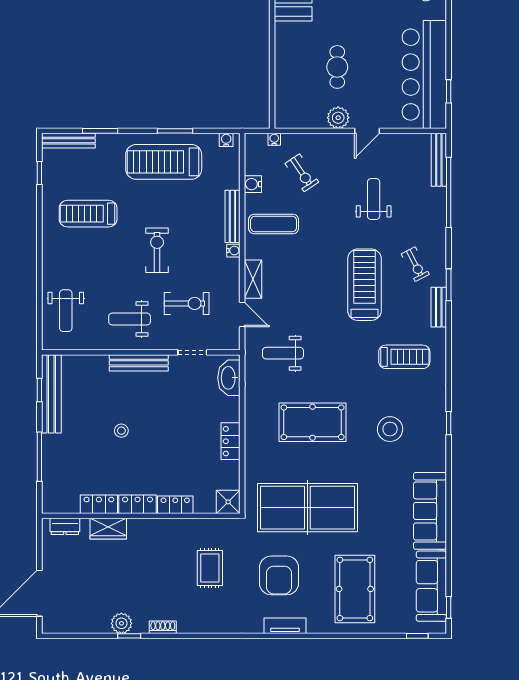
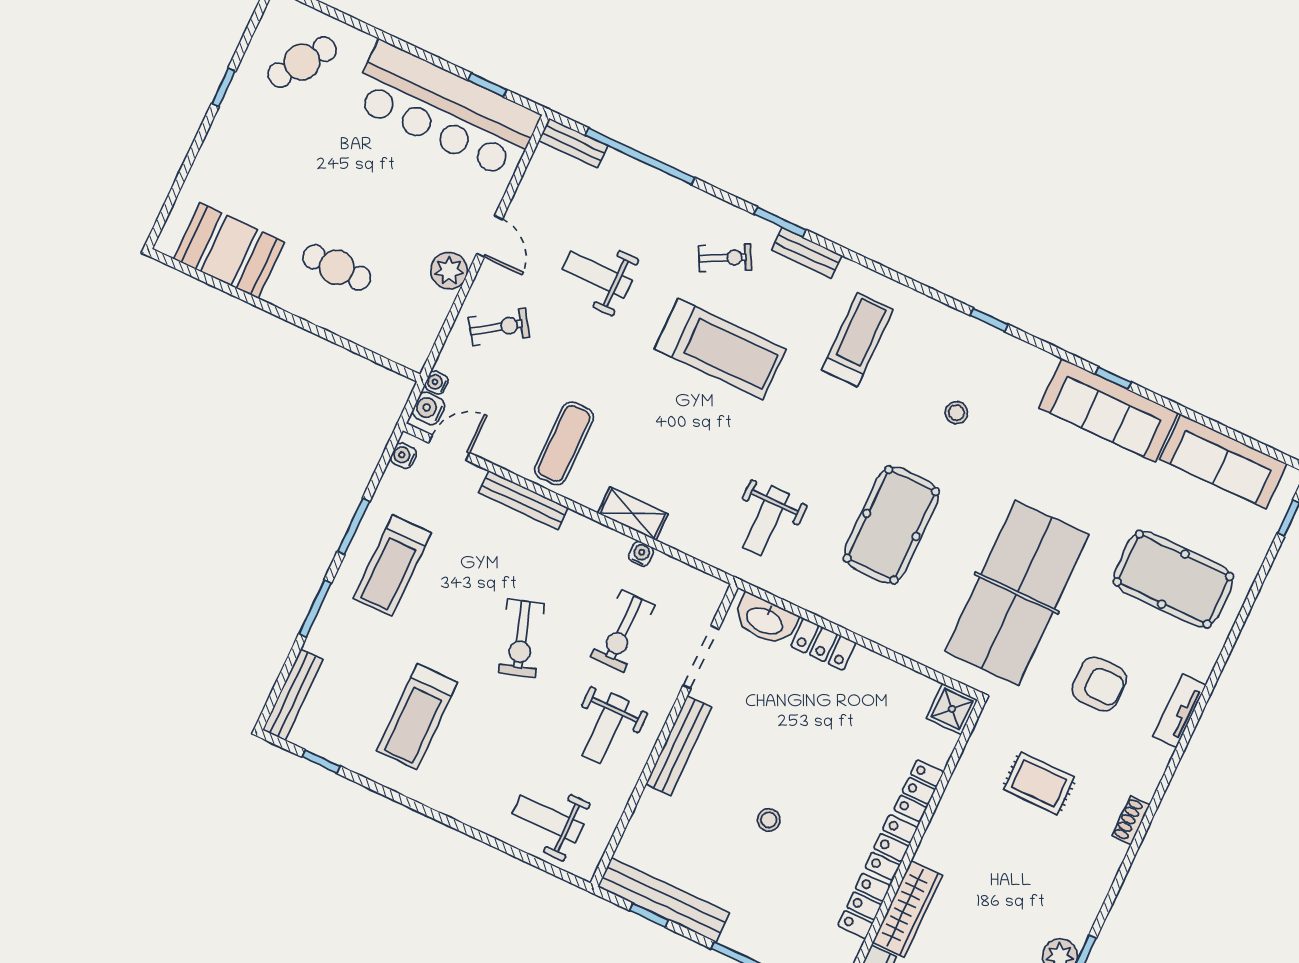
cafe table: (337, 67) -> (337, 267), moved
window: (100, 131) -> (315, 608), moved
bench: (439, 160) -> (573, 143), width x0.73
treadmill: (164, 162) -> (392, 566), width x0.73, depth x0.73
exercise bike: (302, 173) -> (499, 327), moved
water cooler: (253, 184) -> (429, 409), moved, turned 90
exercise bike: (157, 250) -> (521, 638), turned -108
water cooler: (233, 251) -> (641, 554), moved
treadmill: (365, 285) -> (720, 349), turned 180
exercise bike: (187, 303) -> (623, 631), turned 180
weight bench: (66, 311) -> (548, 819), turned 180
door: (242, 314) -> (449, 448), moved
doorway: (192, 352) -> (701, 657), width x1.38
stool: (390, 429) -> (957, 413), width x0.53, depth x0.53
locker: (230, 441) -> (823, 644), moved
wardrobe: (108, 529) -> (907, 909), width x1.50
armchair: (279, 575) -> (1099, 684), width x0.73, depth x0.73
window: (449, 607) -> (1113, 378), moved
shoe rack: (163, 627) -> (1131, 820), moved

